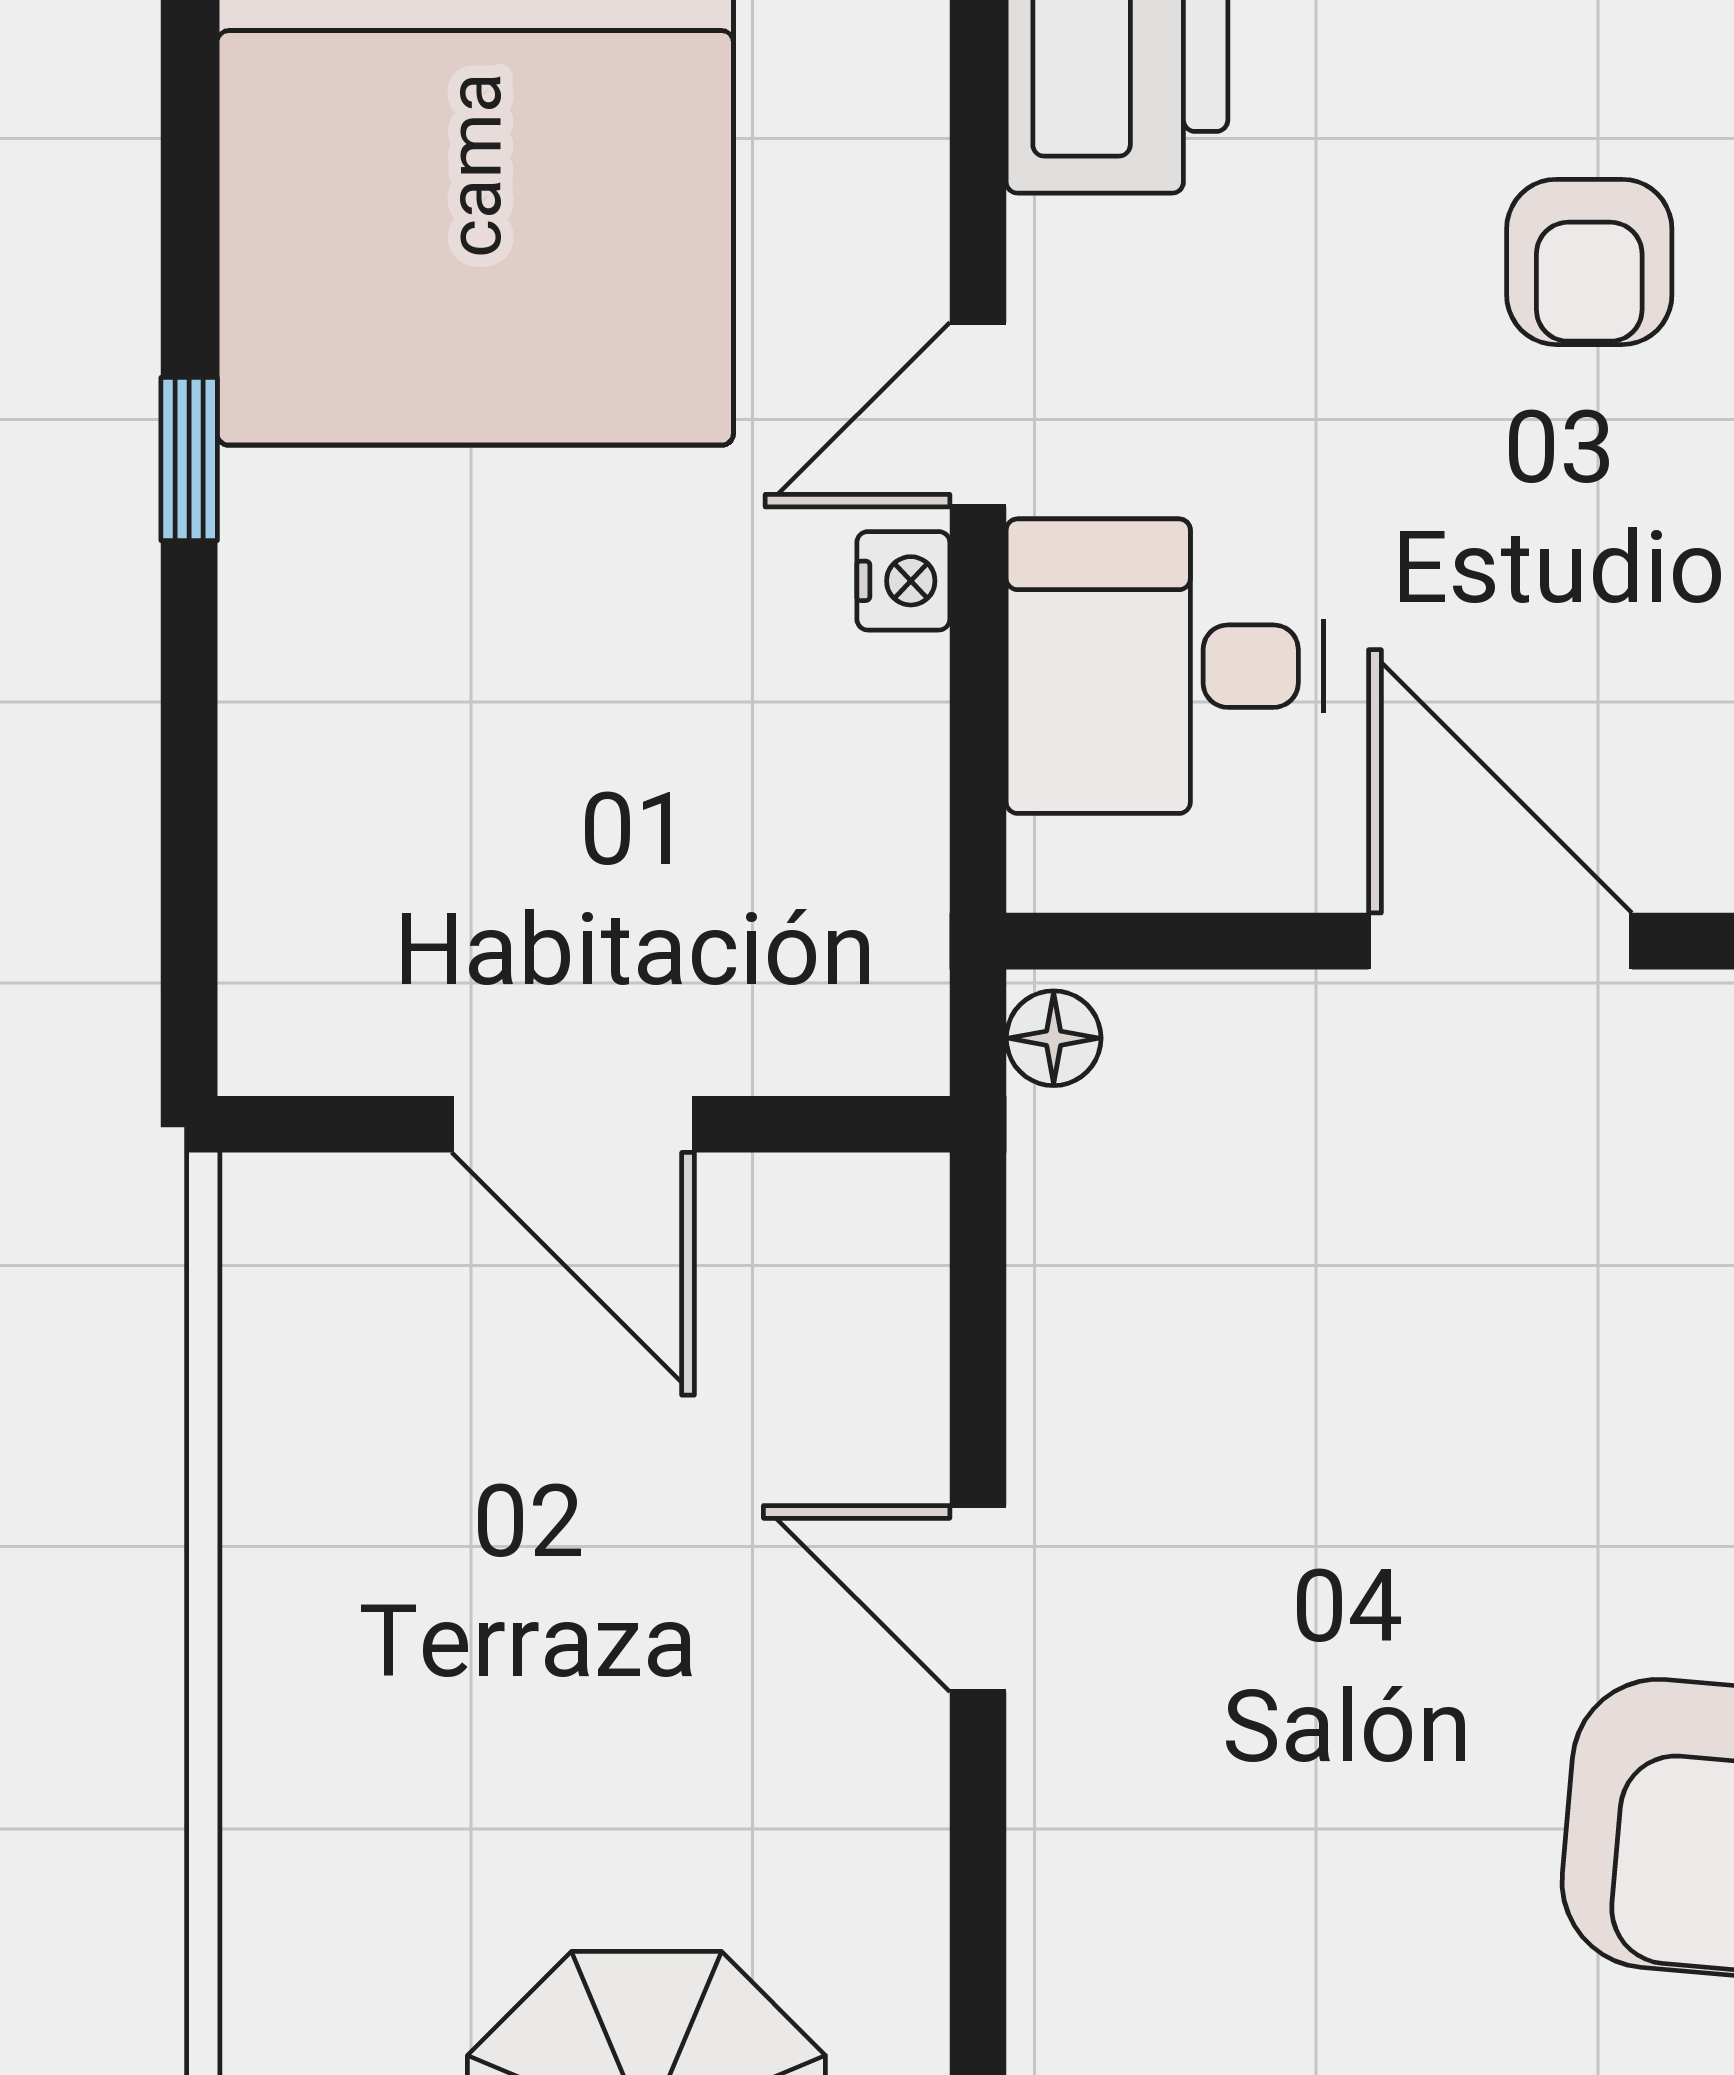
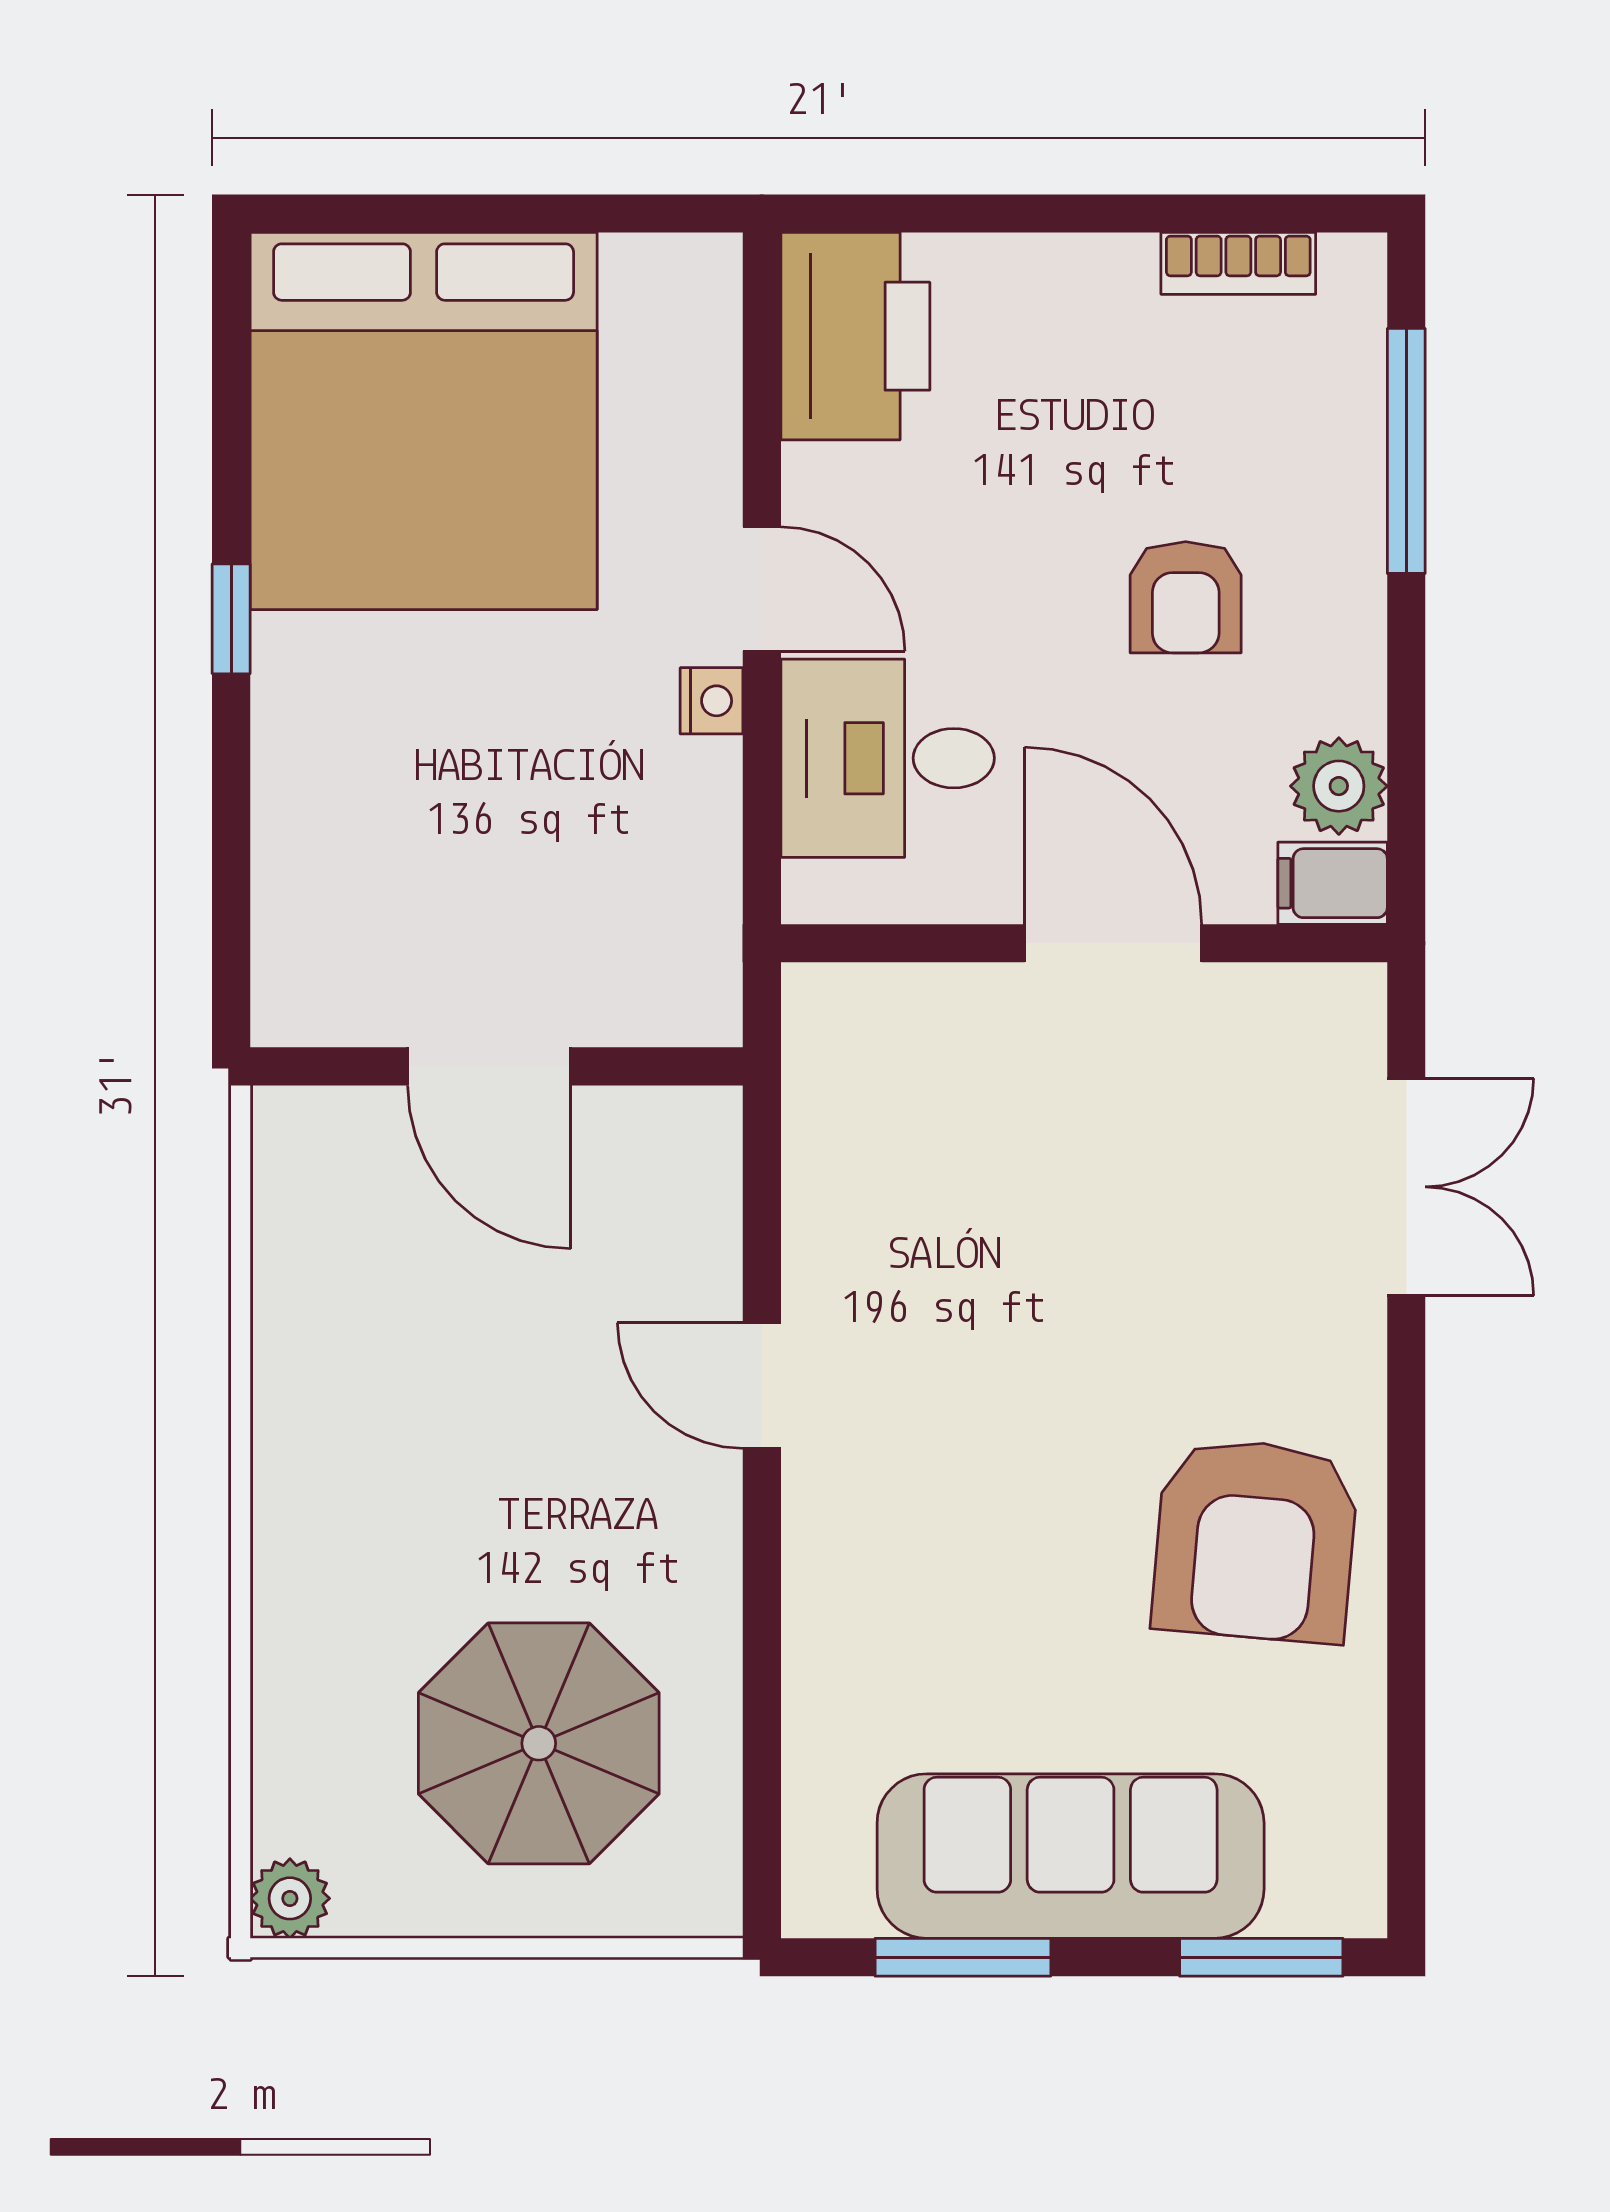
armchair: (1589, 262) -> (1186, 597), moved
door: (978, 415) -> (762, 589), swing flipped
floor lamp: (1054, 1038) -> (813, 1009), removed

